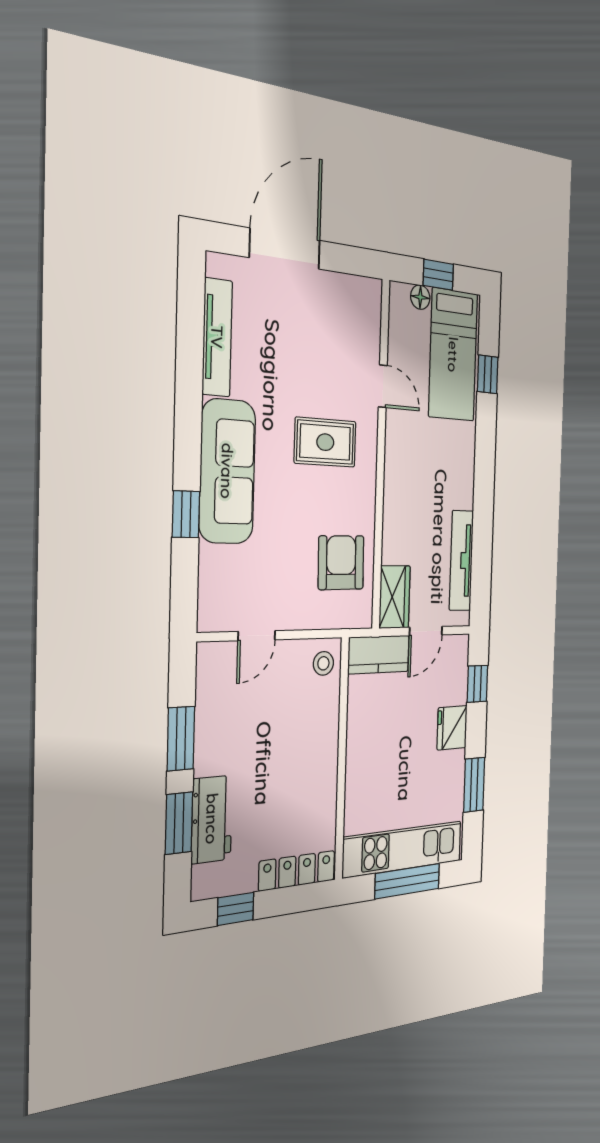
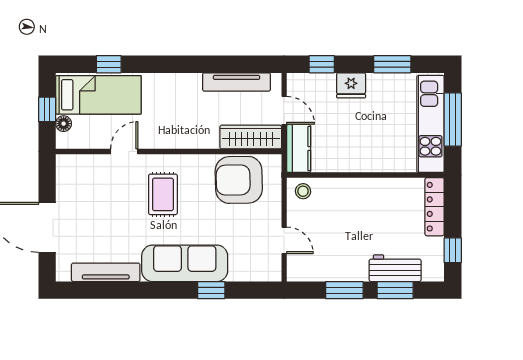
armchair: (341, 563) -> (239, 180), width x1.36, depth x1.36
wardrobe: (395, 597) -> (251, 137), width x1.50

